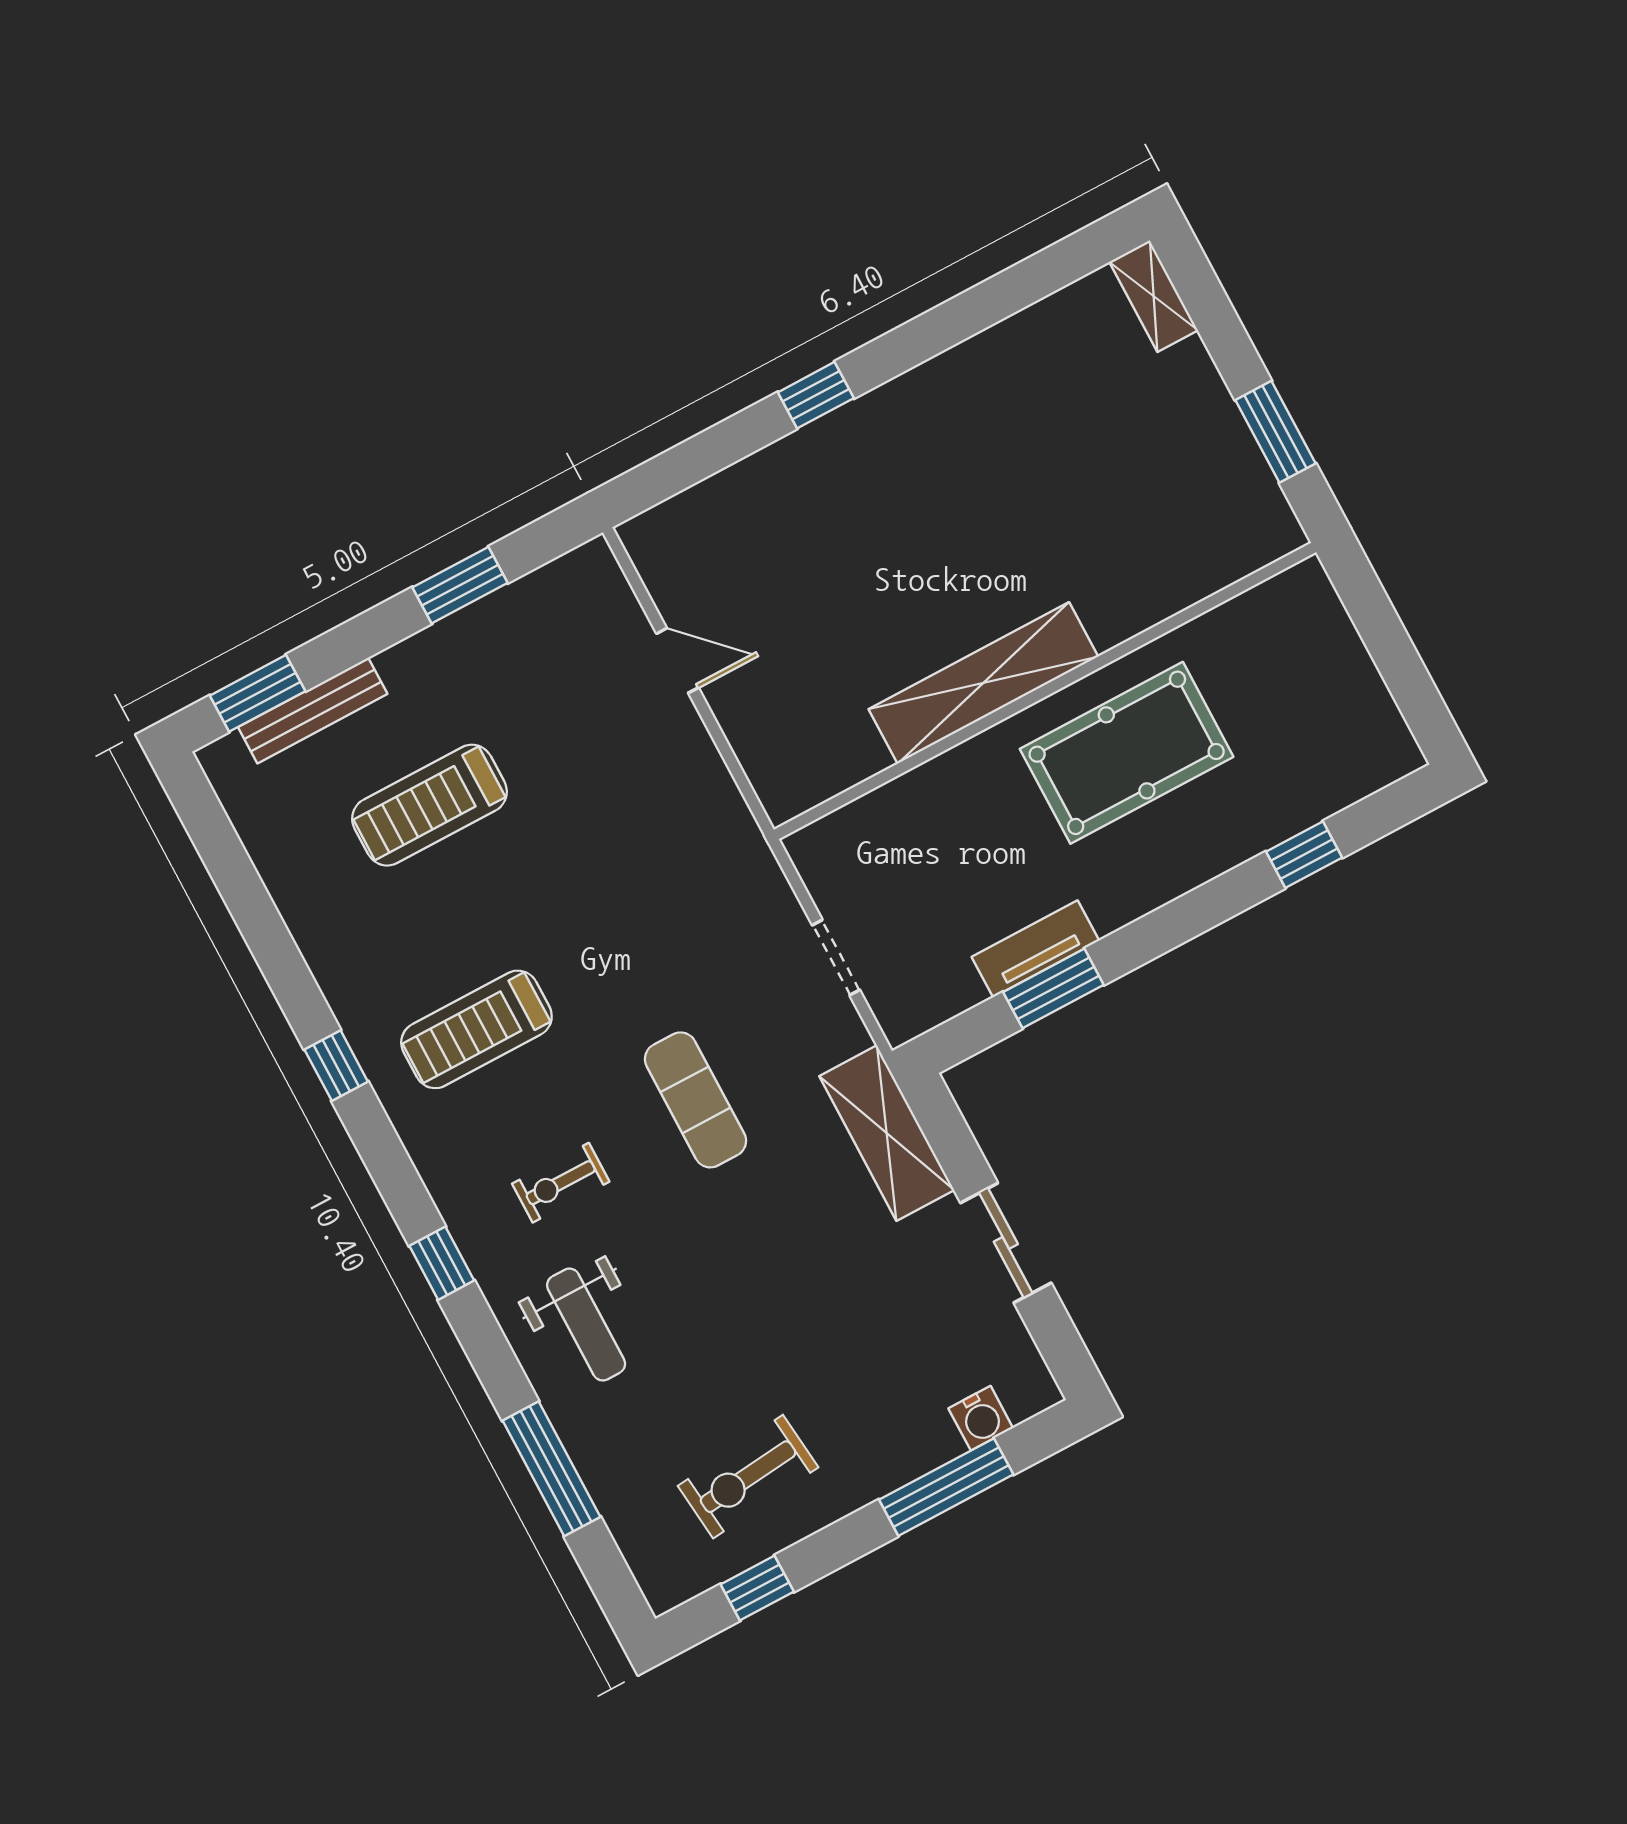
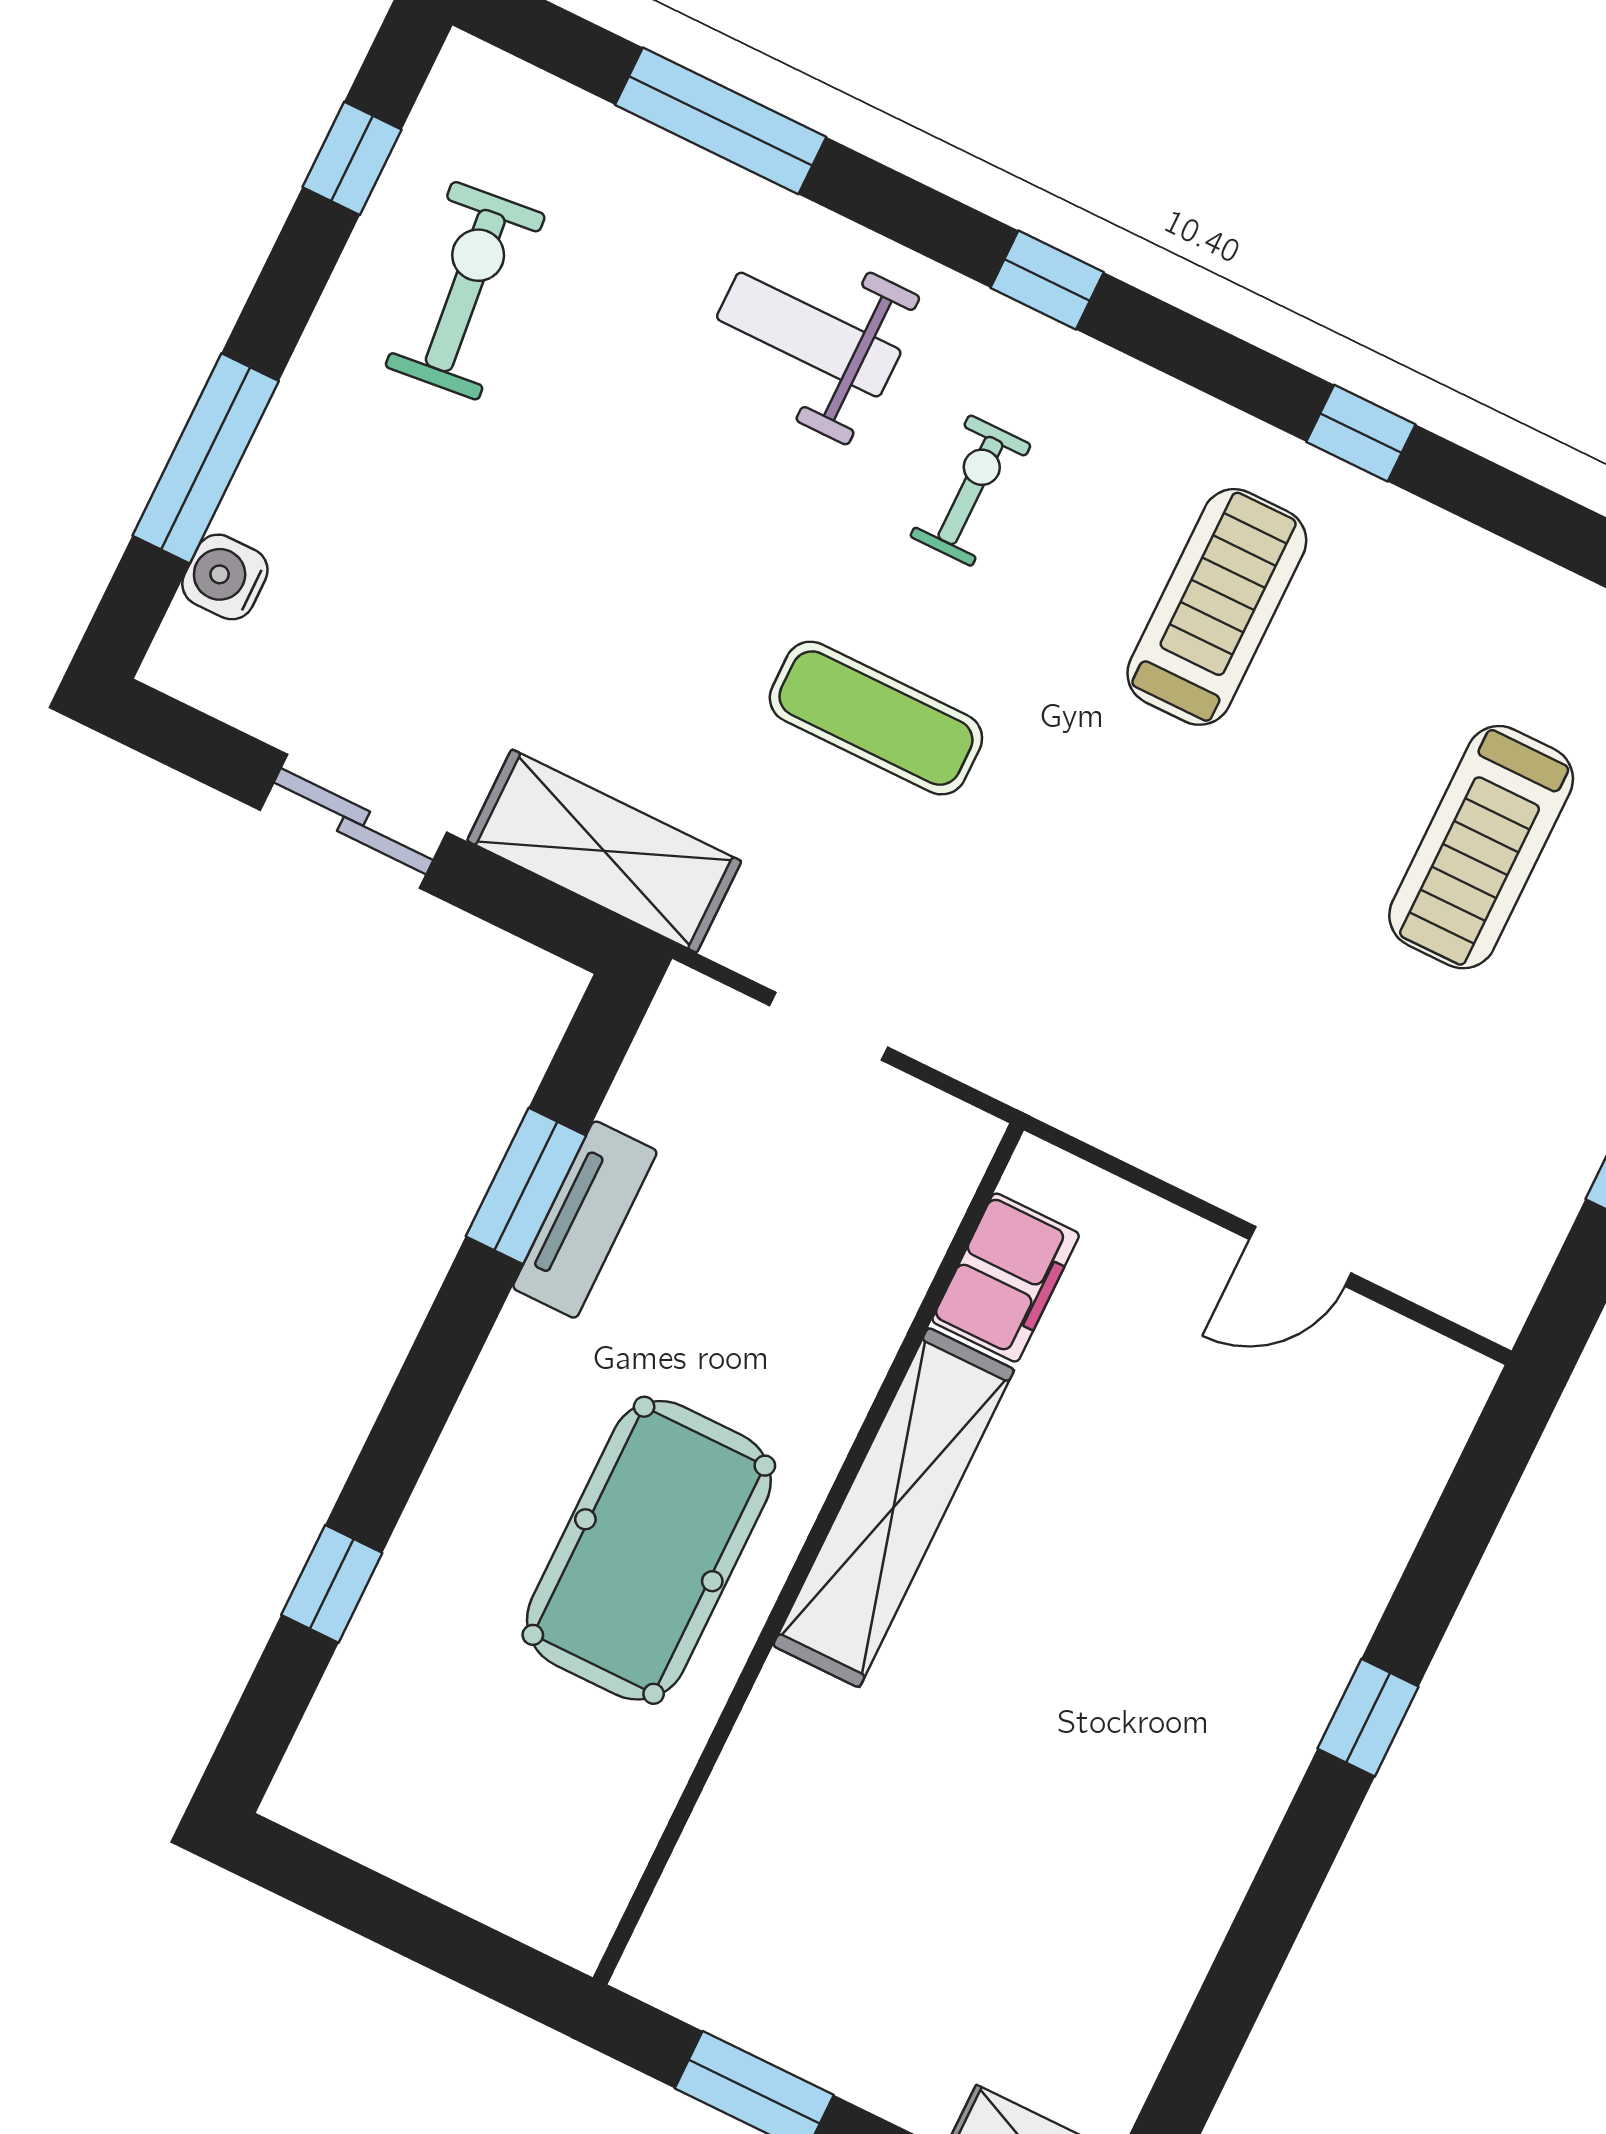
filing cabinet: (839, 760) -> (1006, 1278), added
treadmill: (429, 805) -> (1481, 847), turned 180

